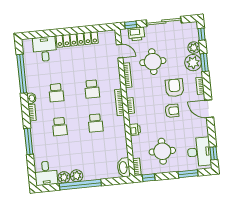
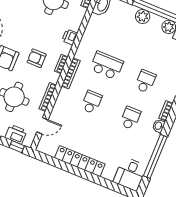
desk: (45, 49) -> (130, 174), moved
door: (120, 51) -> (42, 126), swing flipped
armchair: (172, 111) -> (37, 58), moved
school desk: (95, 123) -> (107, 65), width x1.85
plant: (77, 176) -> (143, 16), moved

